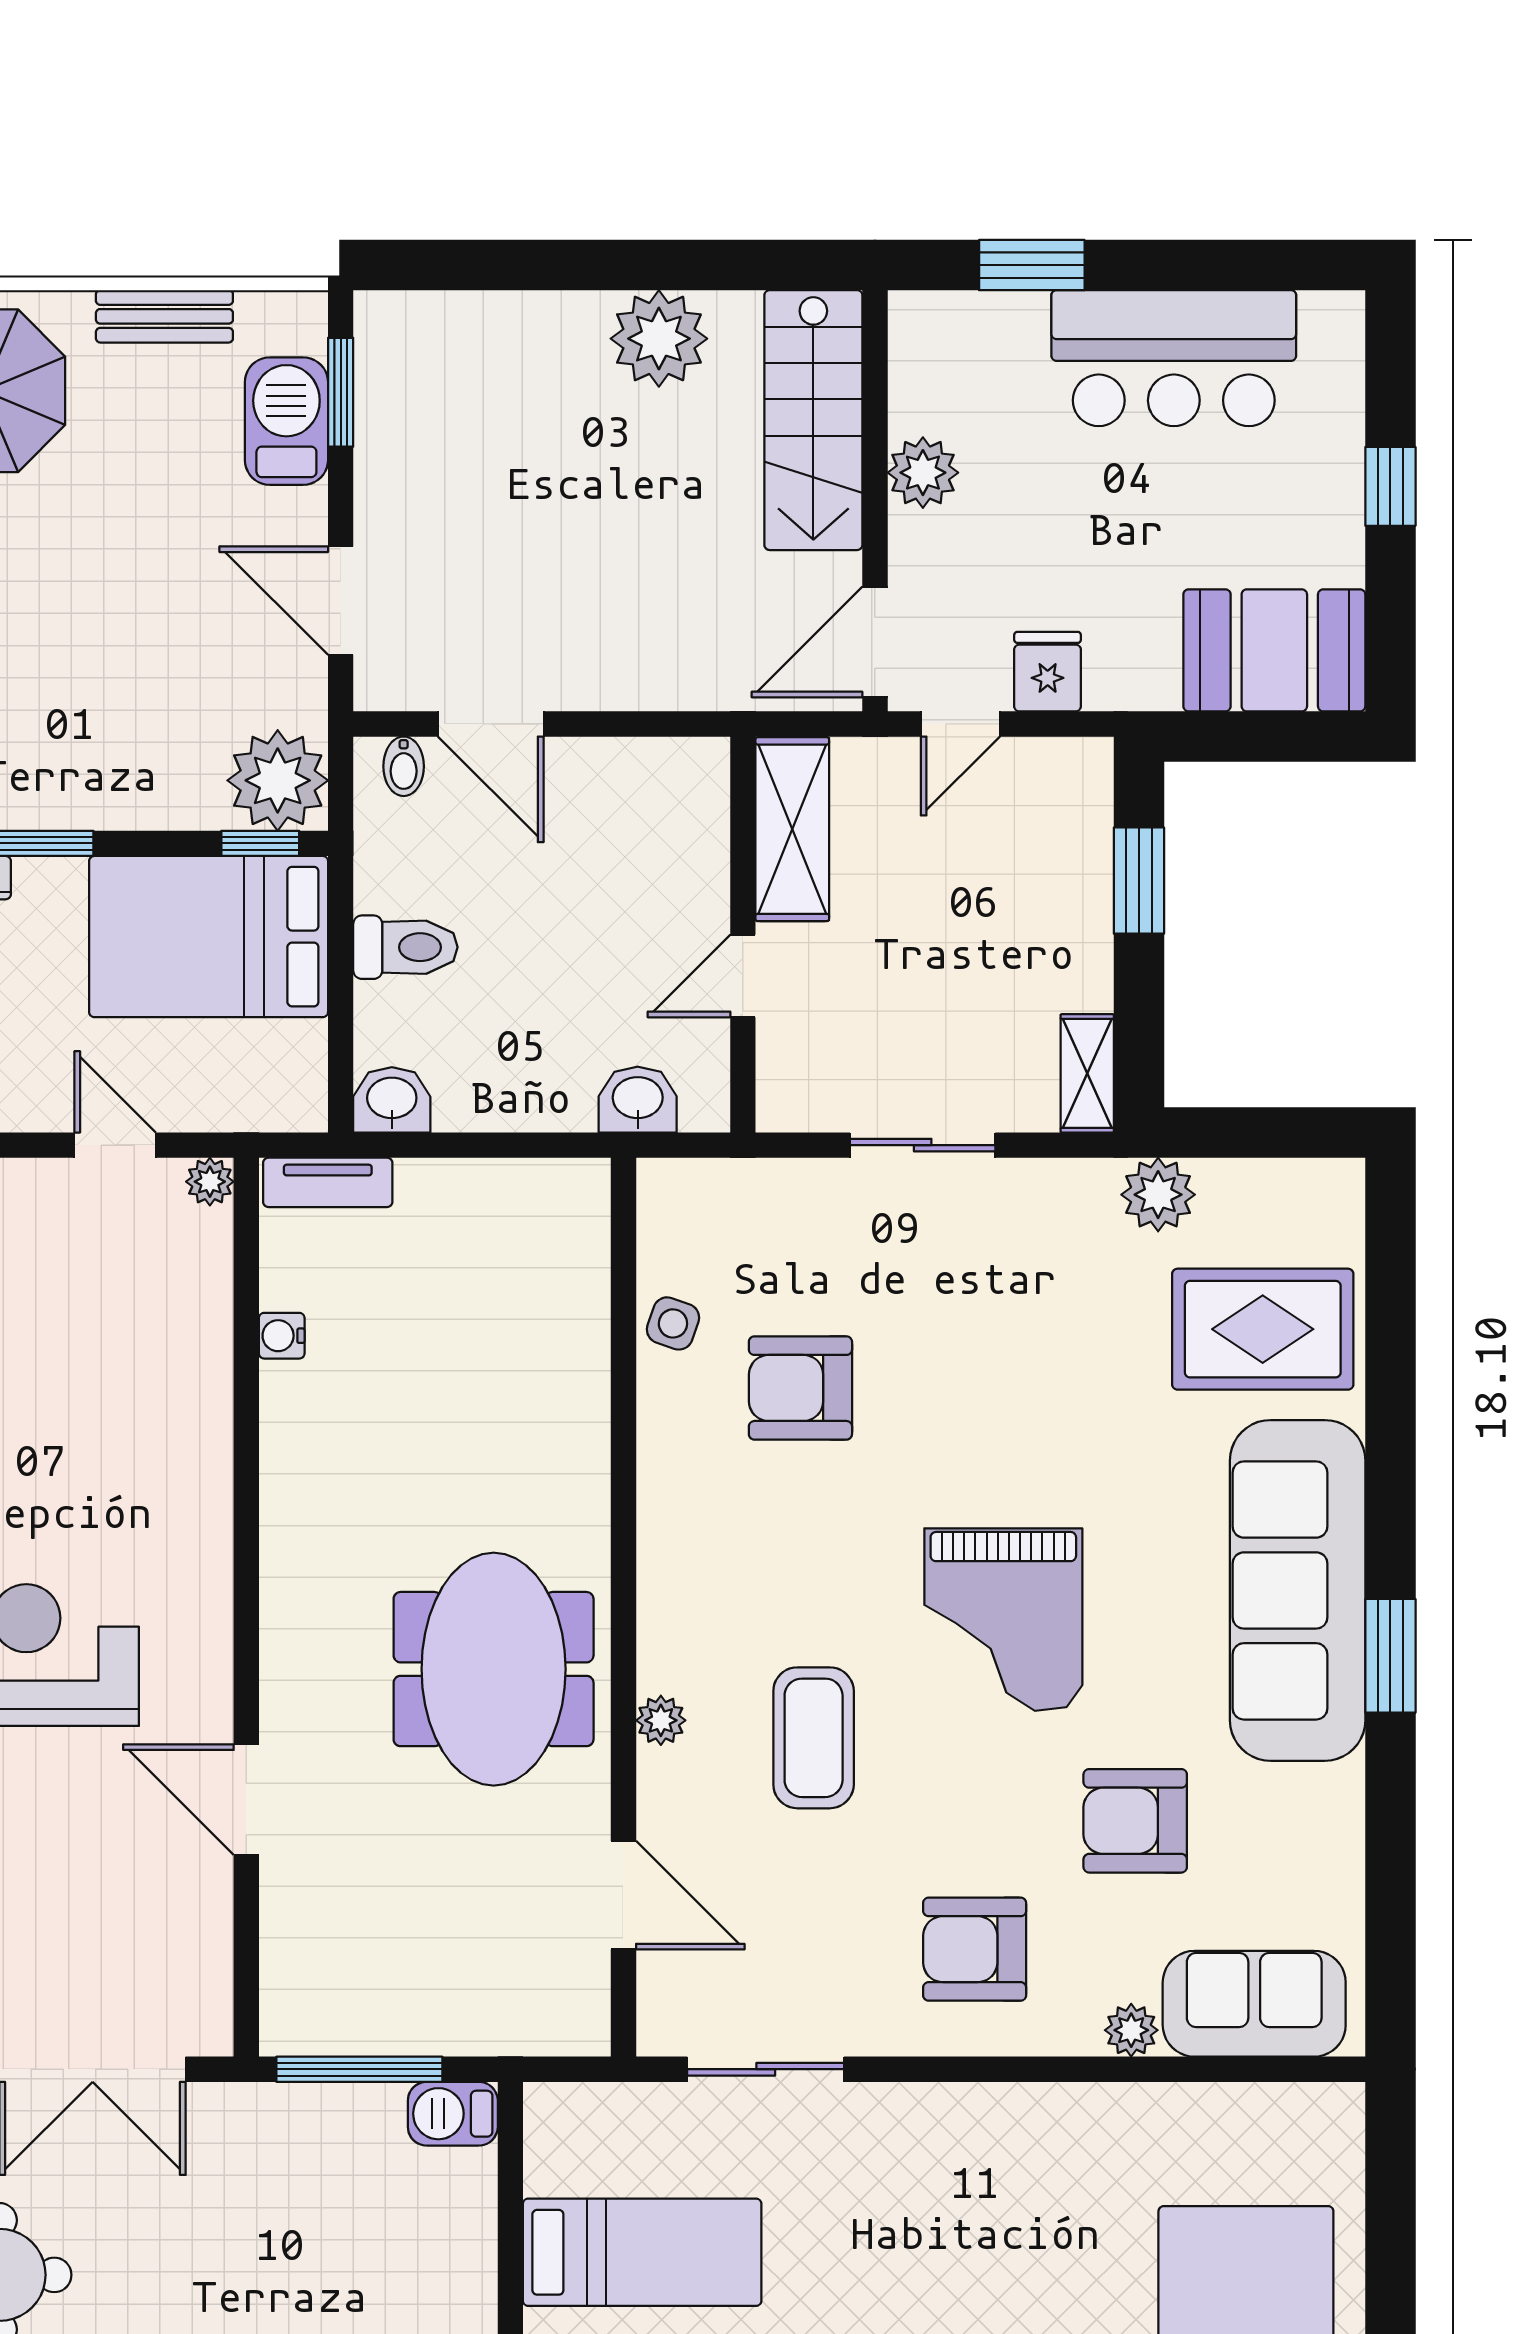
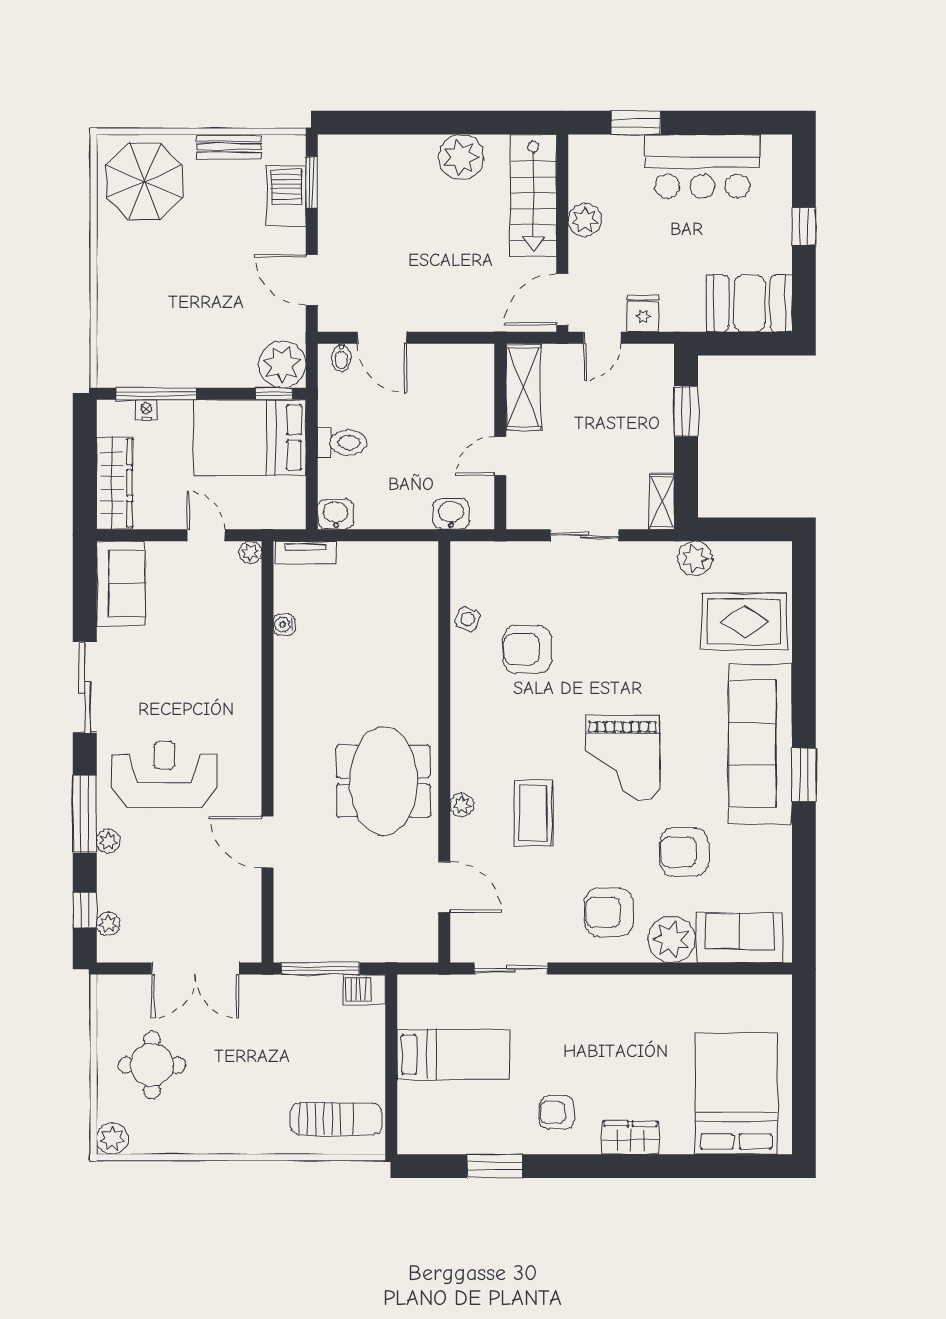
plant: (1131, 2030) -> (672, 939), width x1.88, depth x1.88

